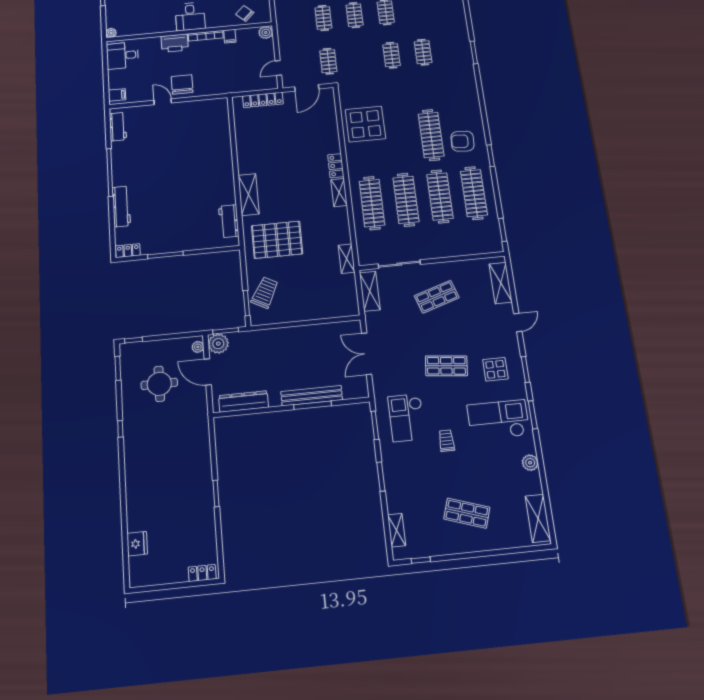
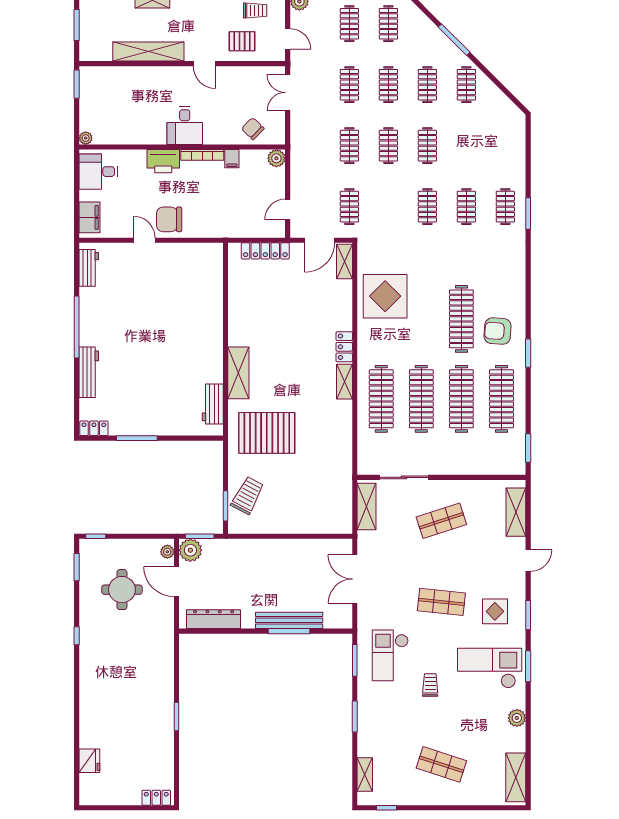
clothes rail: (455, 49) -> (505, 207), added
chair: (182, 84) -> (169, 219), turned -90
filing cabinet: (117, 95) -> (89, 217), width x2.00
shelving: (347, 259) -> (344, 261), moved

